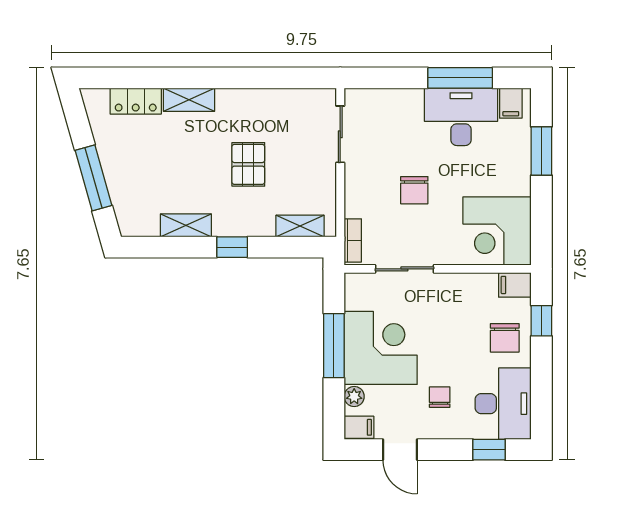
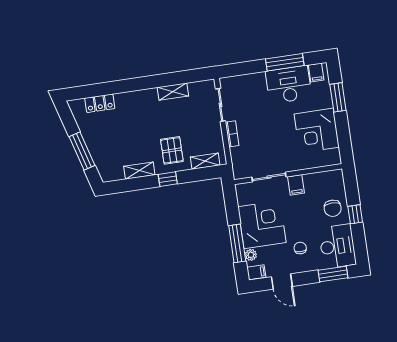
shelving: (189, 100) -> (173, 92), moved
pallet: (248, 164) -> (172, 150), moved
chair: (414, 190) -> (268, 131), removed
corner desk: (497, 231) -> (317, 131), moved
bookcase: (353, 240) -> (232, 134), moved
filing cabinet: (515, 285) -> (296, 185), moved, turned -90
window: (541, 321) -> (355, 214), moved
window: (334, 346) -> (237, 243), moved
window: (489, 450) -> (333, 274), width x1.50

